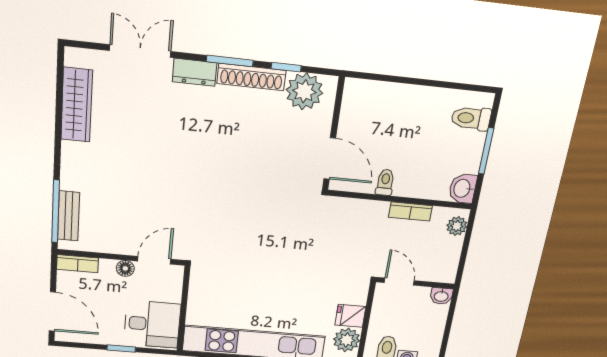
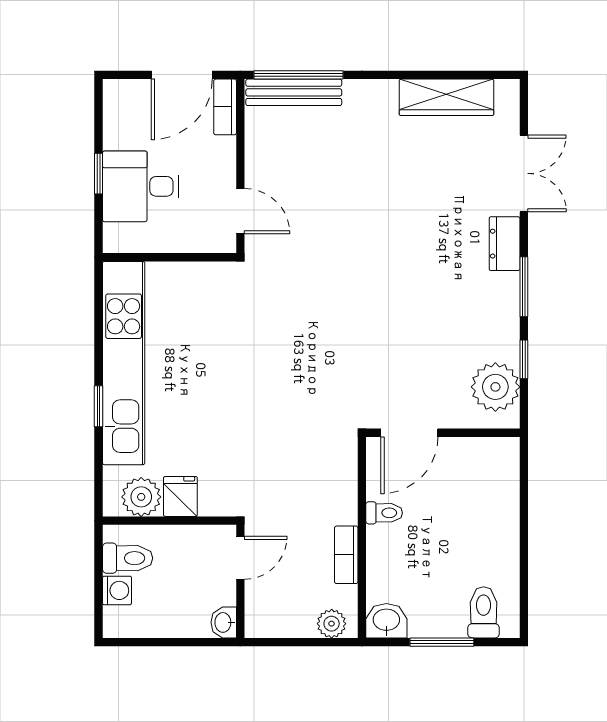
shoe rack: (251, 77) -> (506, 317), removed
bench: (69, 216) -> (294, 92), width x1.36
floor lamp: (125, 268) -> (224, 172), removed
door: (52, 312) -> (182, 75), moved
desk: (152, 324) -> (141, 186), moved, turned 90

